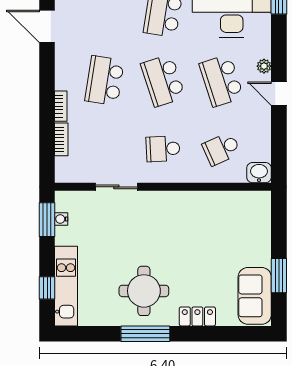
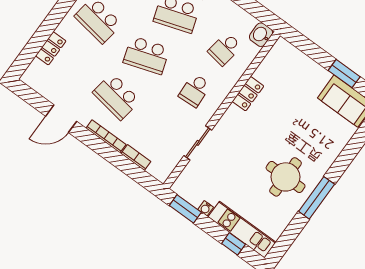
door: (47, 26) -> (61, 119), moved
bookcase: (61, 106) -> (106, 136), width x1.56
school desk: (221, 149) -> (225, 49), turned 33
water cooler: (61, 219) -> (206, 208), moved
locker: (197, 316) -> (248, 94), moved, turned 180

